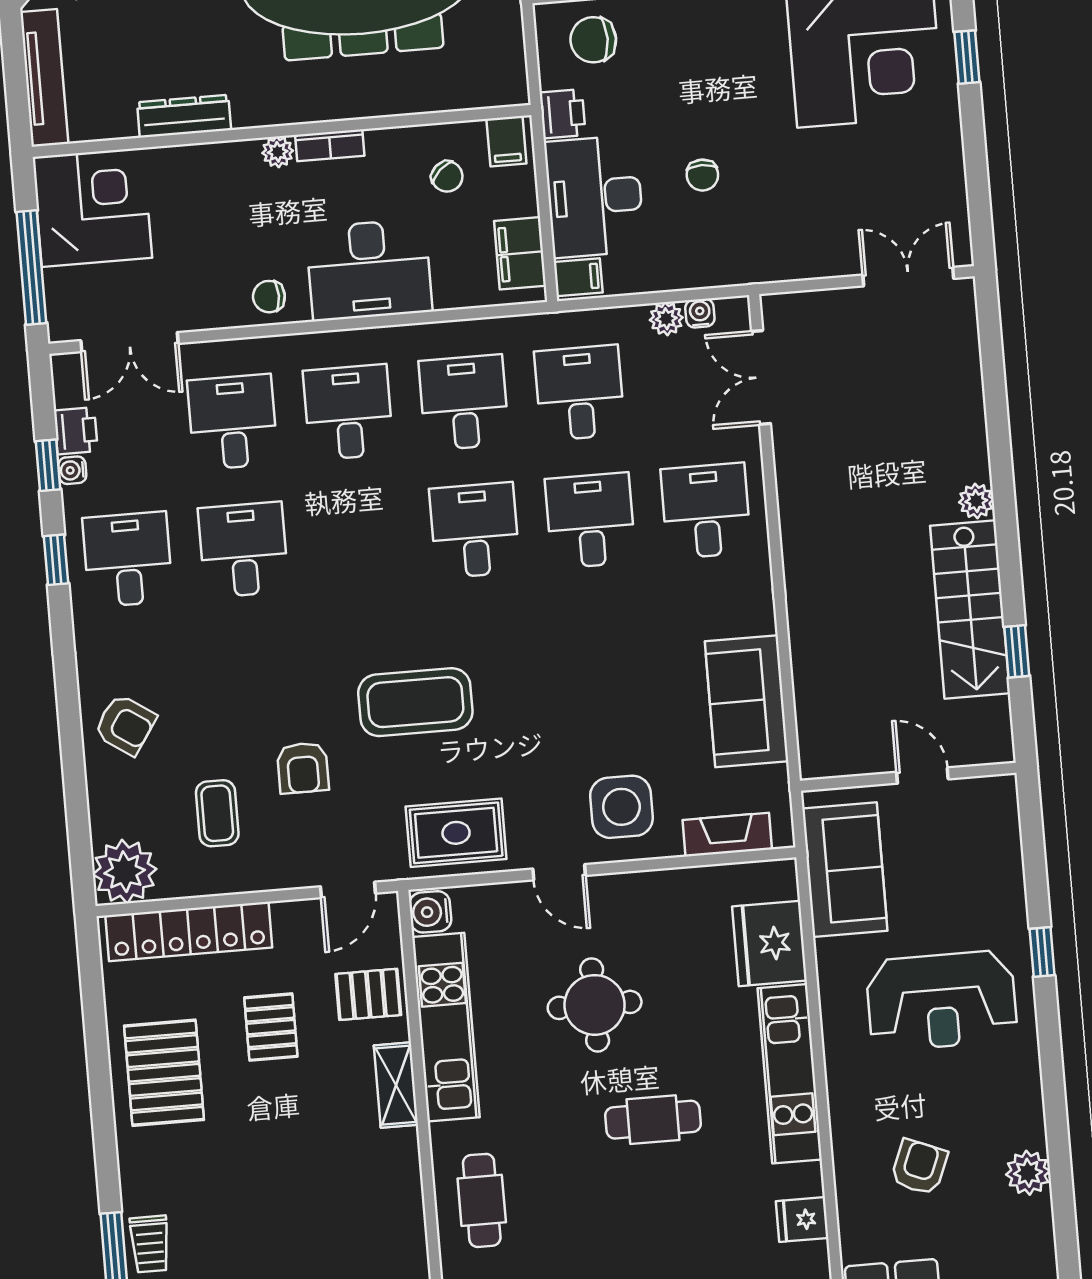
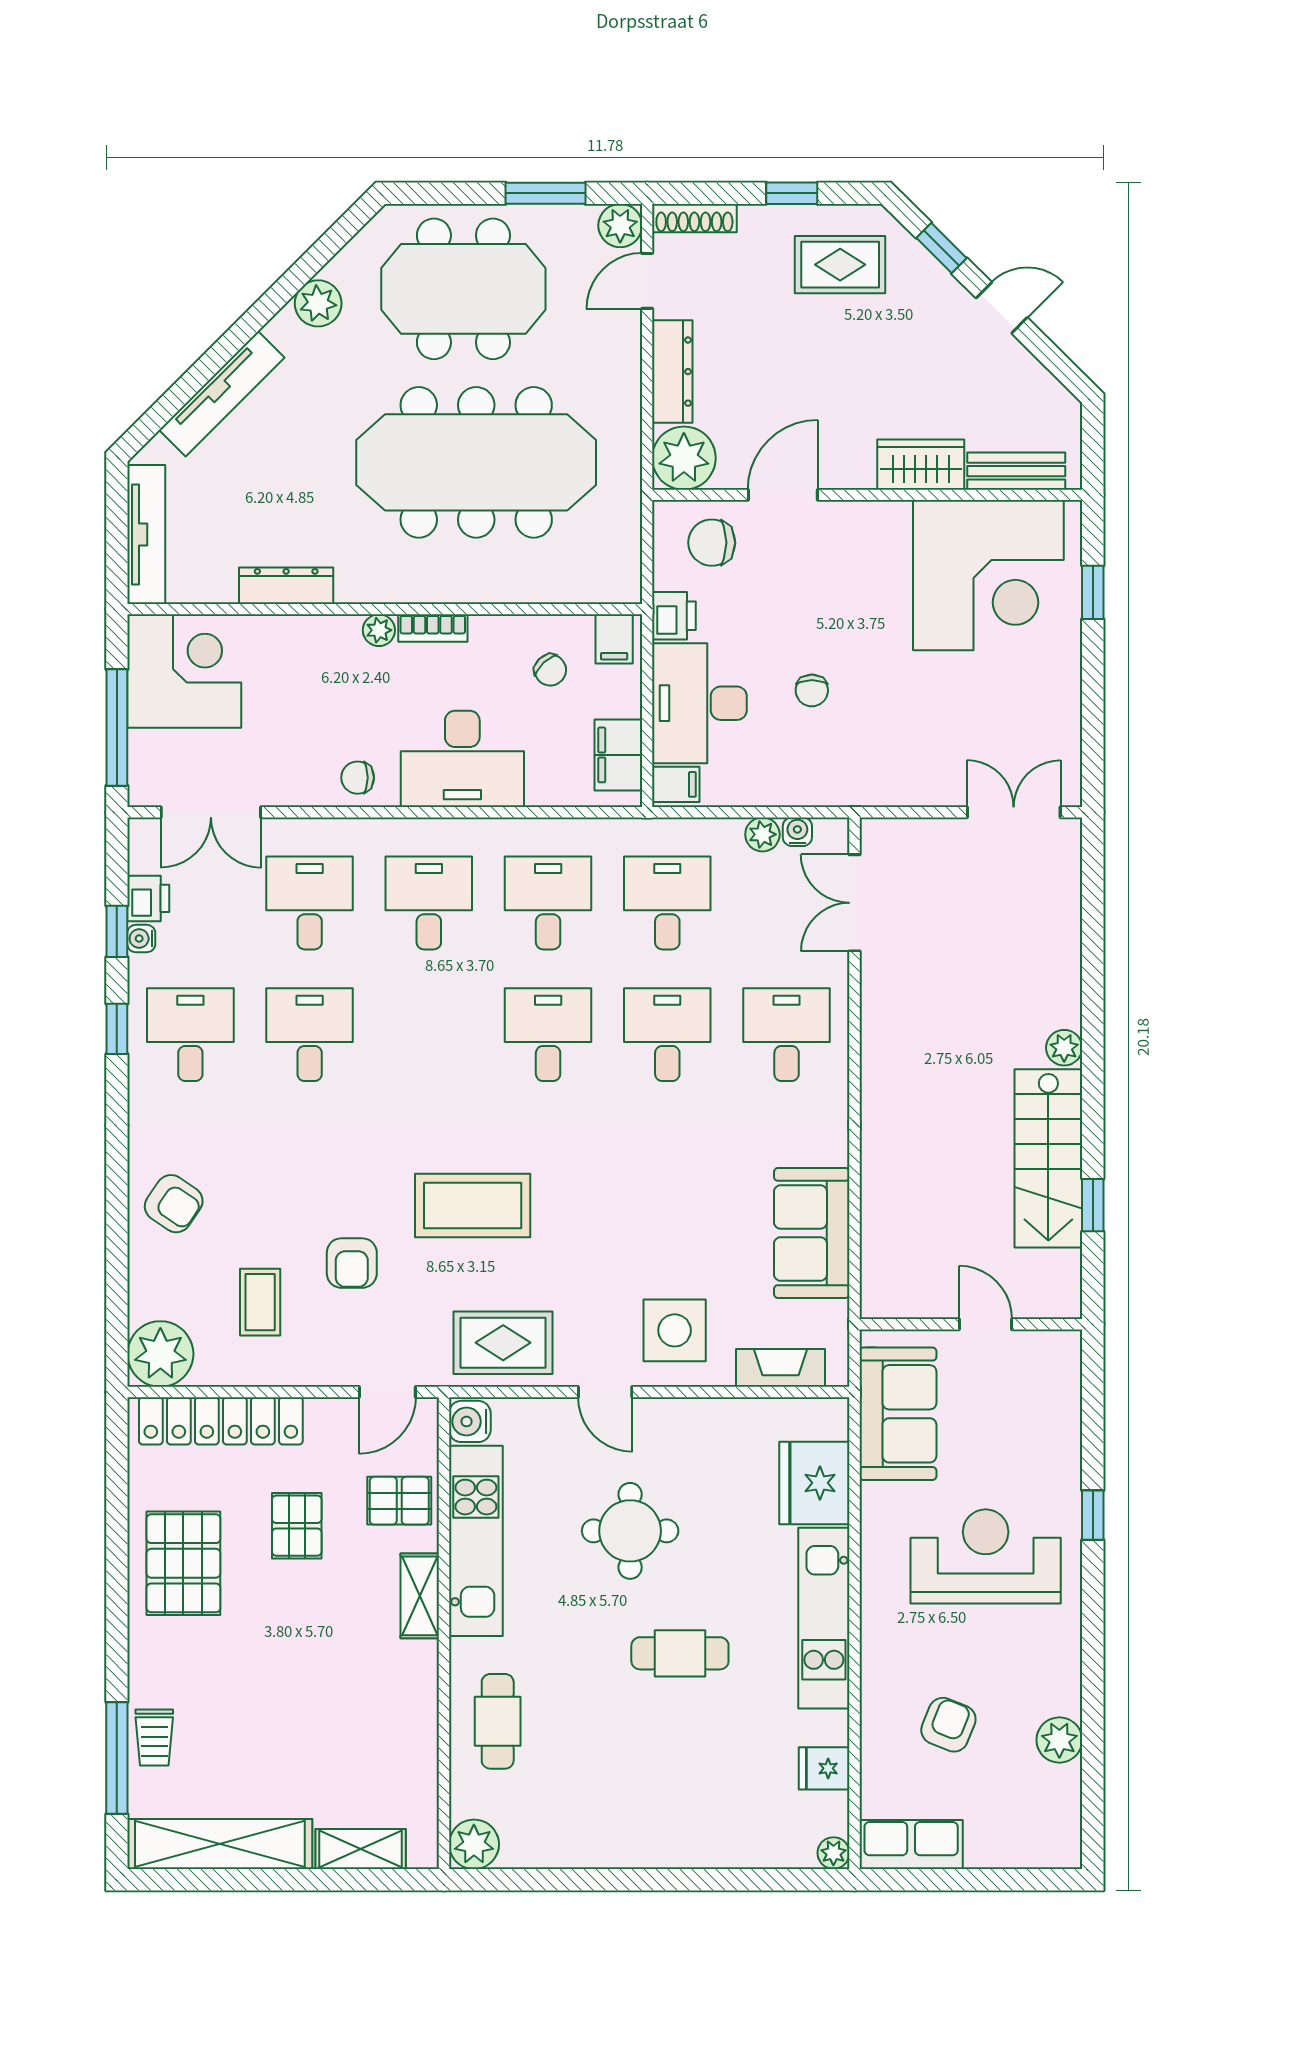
reception desk: (942, 1001) -> (986, 1556), turned 180

